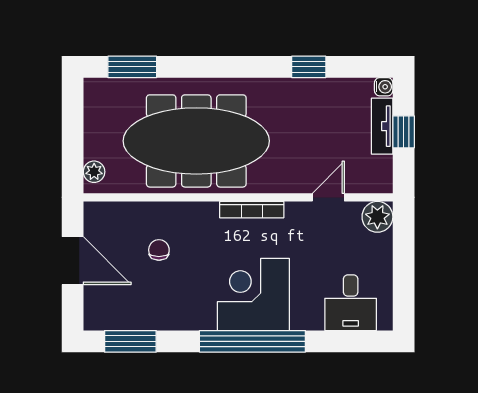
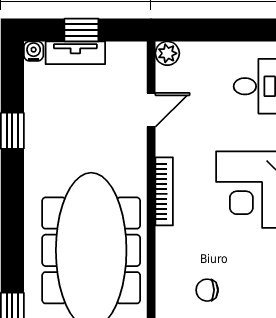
door: (328, 197) -> (151, 110), swing flipped
plant: (377, 217) -> (167, 53), width x0.73, depth x0.73

